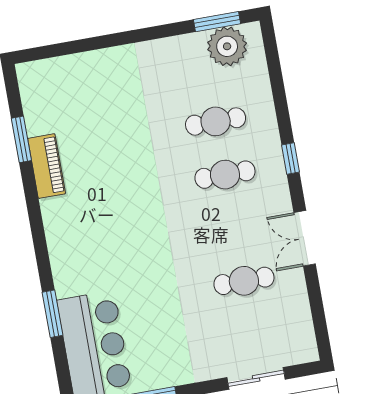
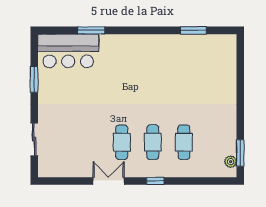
plant: (227, 46) -> (231, 162), width x0.53, depth x0.53
piano: (47, 166) -> (176, 42), removed
cafe table: (244, 281) -> (122, 142), moved

